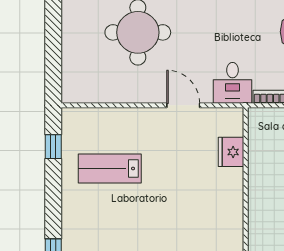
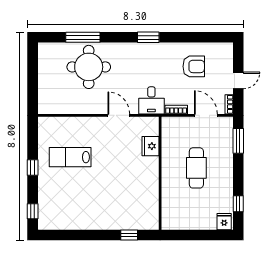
window: (53, 147) -> (33, 168), moved

